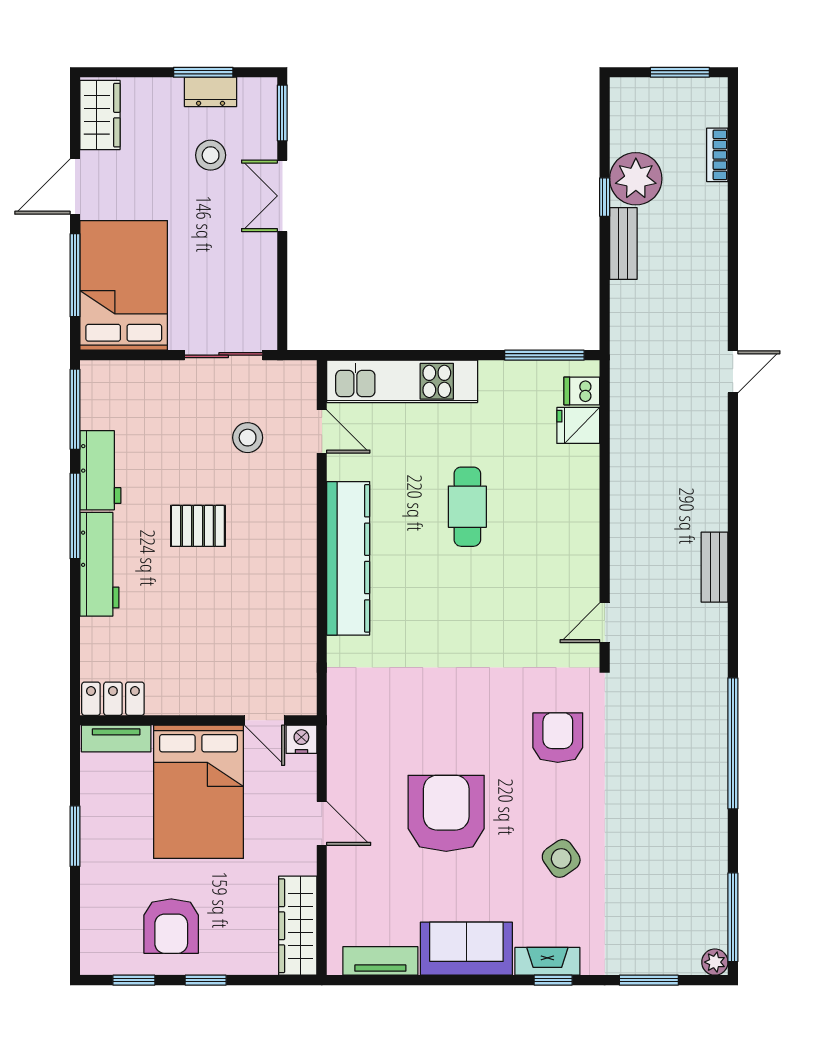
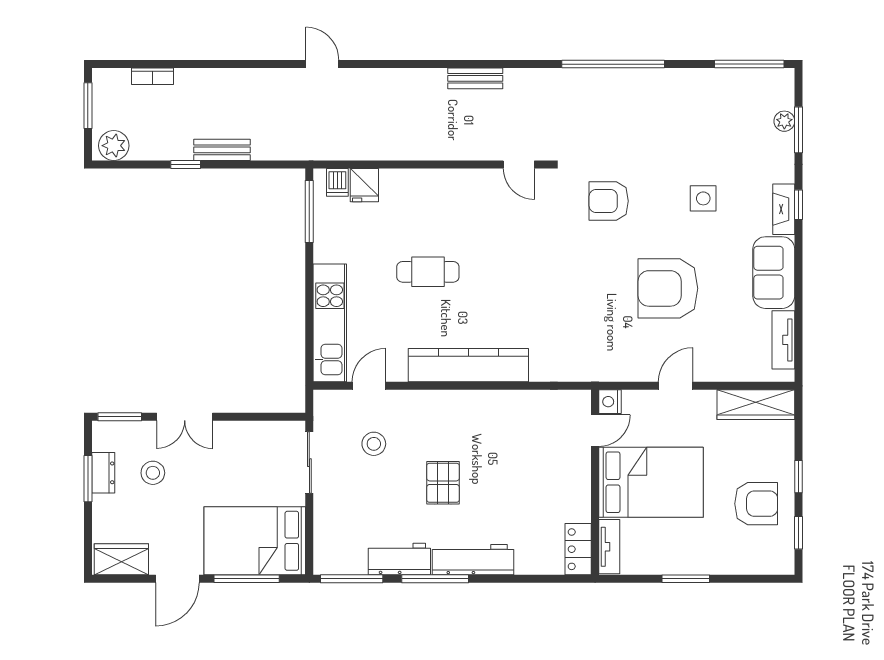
plant: (636, 179) -> (114, 146), moved, width x0.73, depth x0.73
door: (75, 187) -> (177, 579), hinge flipped
side table: (561, 858) -> (703, 198), turned 35
plant: (715, 962) -> (784, 121), moved

